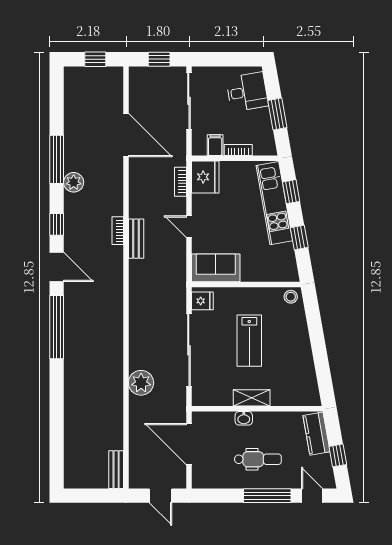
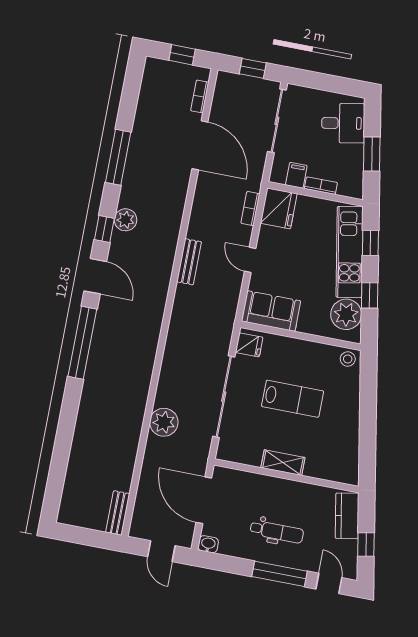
plant: (74, 182) -> (126, 220), moved
bookcase: (118, 231) -> (200, 96), moved
plant: (282, 258) -> (346, 314), added
lab bench: (249, 341) -> (293, 399), turned -90
washbasin: (244, 418) -> (208, 544), moved, turned 180

